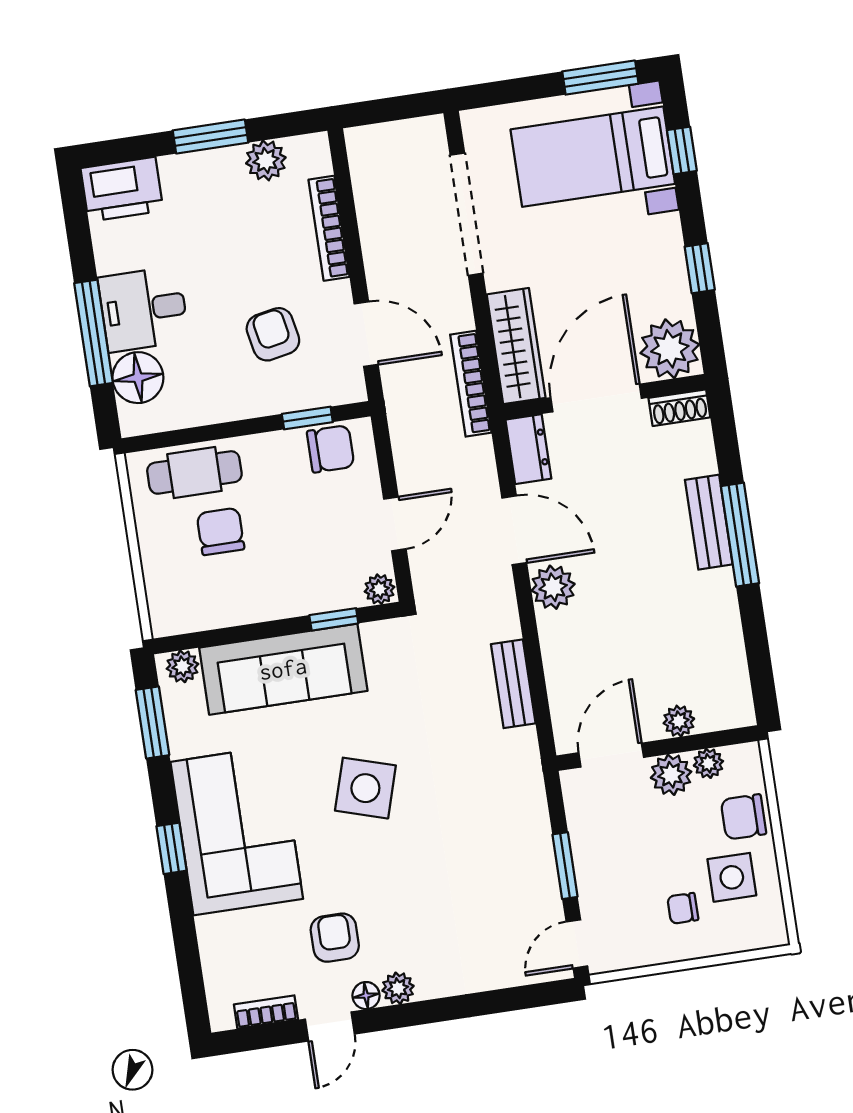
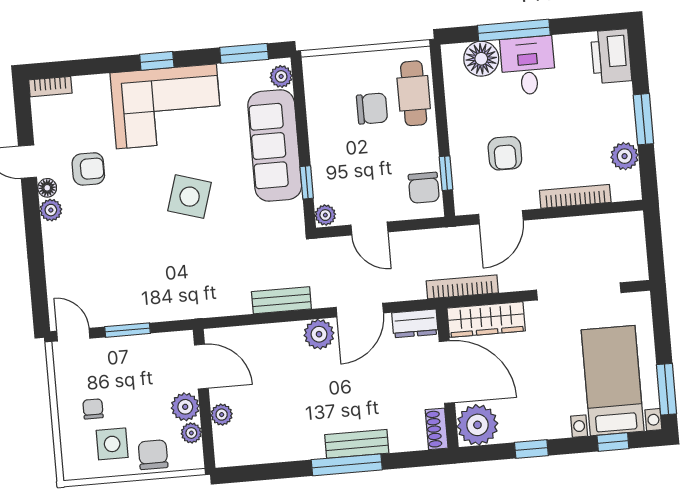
armchair: (273, 334) -> (505, 153), turned 101
bench: (513, 684) -> (281, 300), moved
bookcase: (266, 1012) -> (50, 87), moved, turned 90

